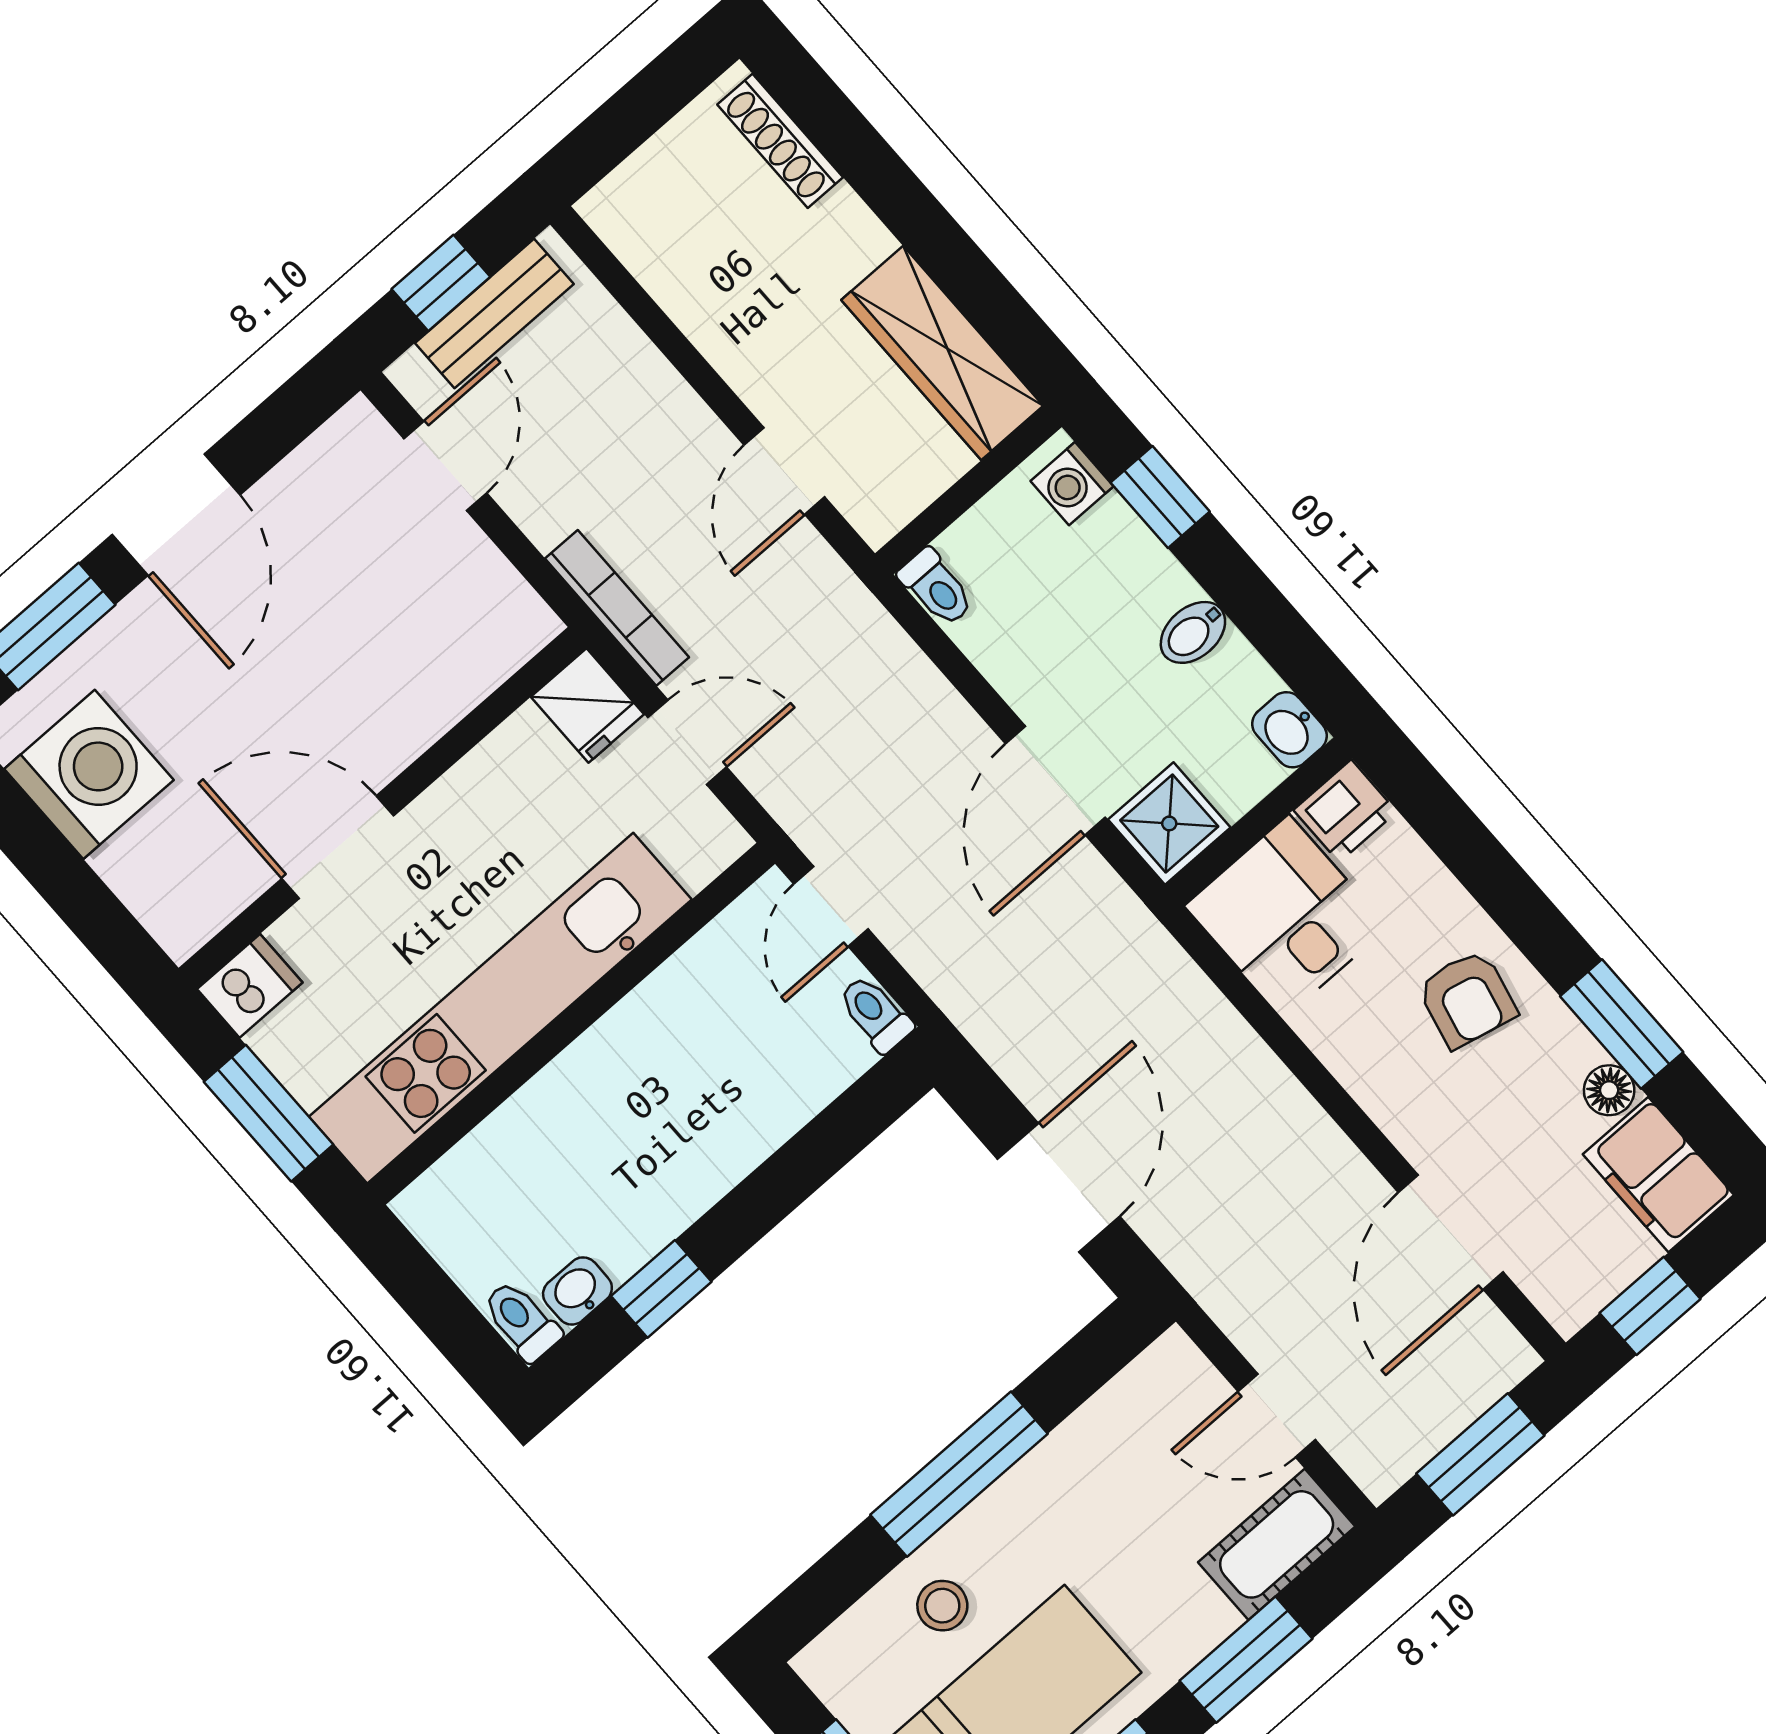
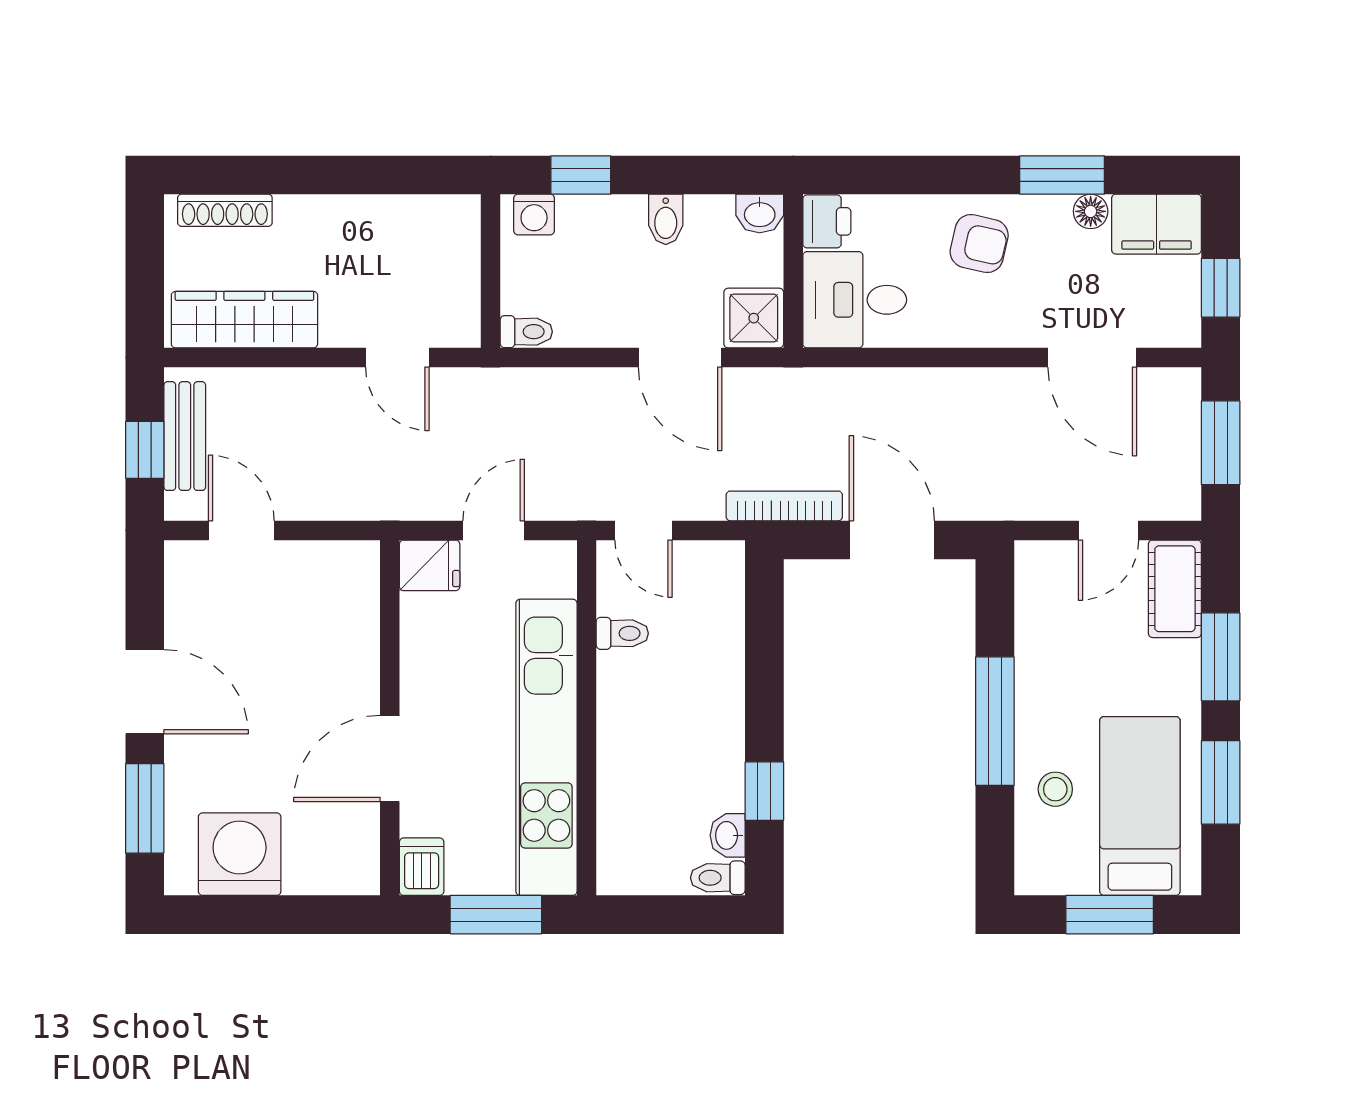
wardrobe: (942, 353) -> (244, 320), moved, turned 180
bookcase: (617, 608) -> (784, 506), moved
toilet: (875, 1014) -> (622, 633), moved, turned 180

